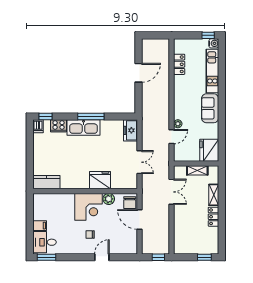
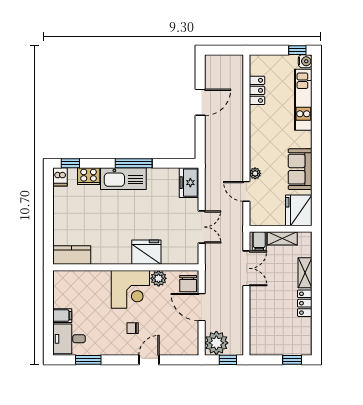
sofa: (210, 108) -> (300, 169), moved
door: (172, 137) -> (246, 191), swing flipped
filing cabinet: (181, 172) -> (259, 241), added
plant: (150, 245) -> (216, 343), added
window: (46, 257) -> (88, 360), moved

